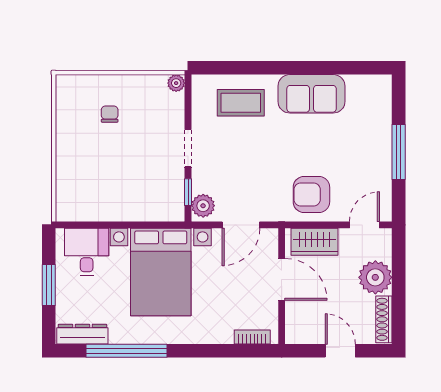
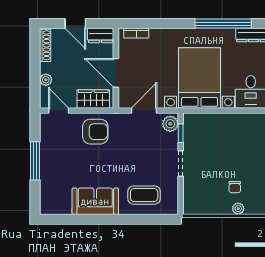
plant: (176, 83) -> (238, 209), moved
door: (364, 225) -> (59, 111), swing flipped
plant: (375, 277) -> (46, 80), width x0.53, depth x0.53
dresser: (304, 334) -> (101, 35), added

